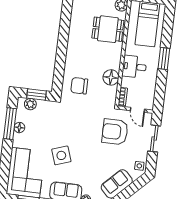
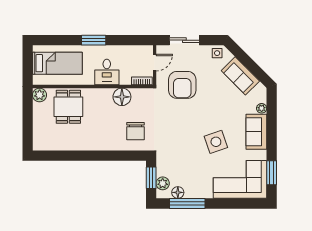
floor lamp: (19, 128) -> (178, 192), moved

